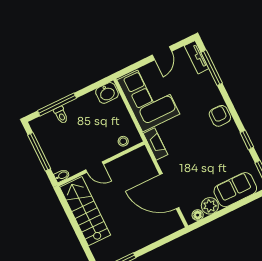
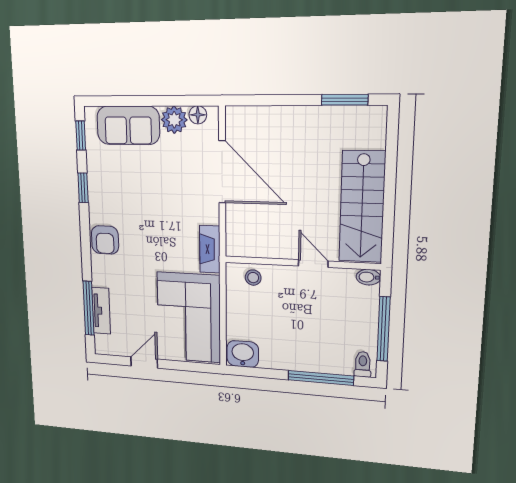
tv unit: (197, 57) -> (101, 311), moved
toilet: (61, 115) -> (363, 364), moved

